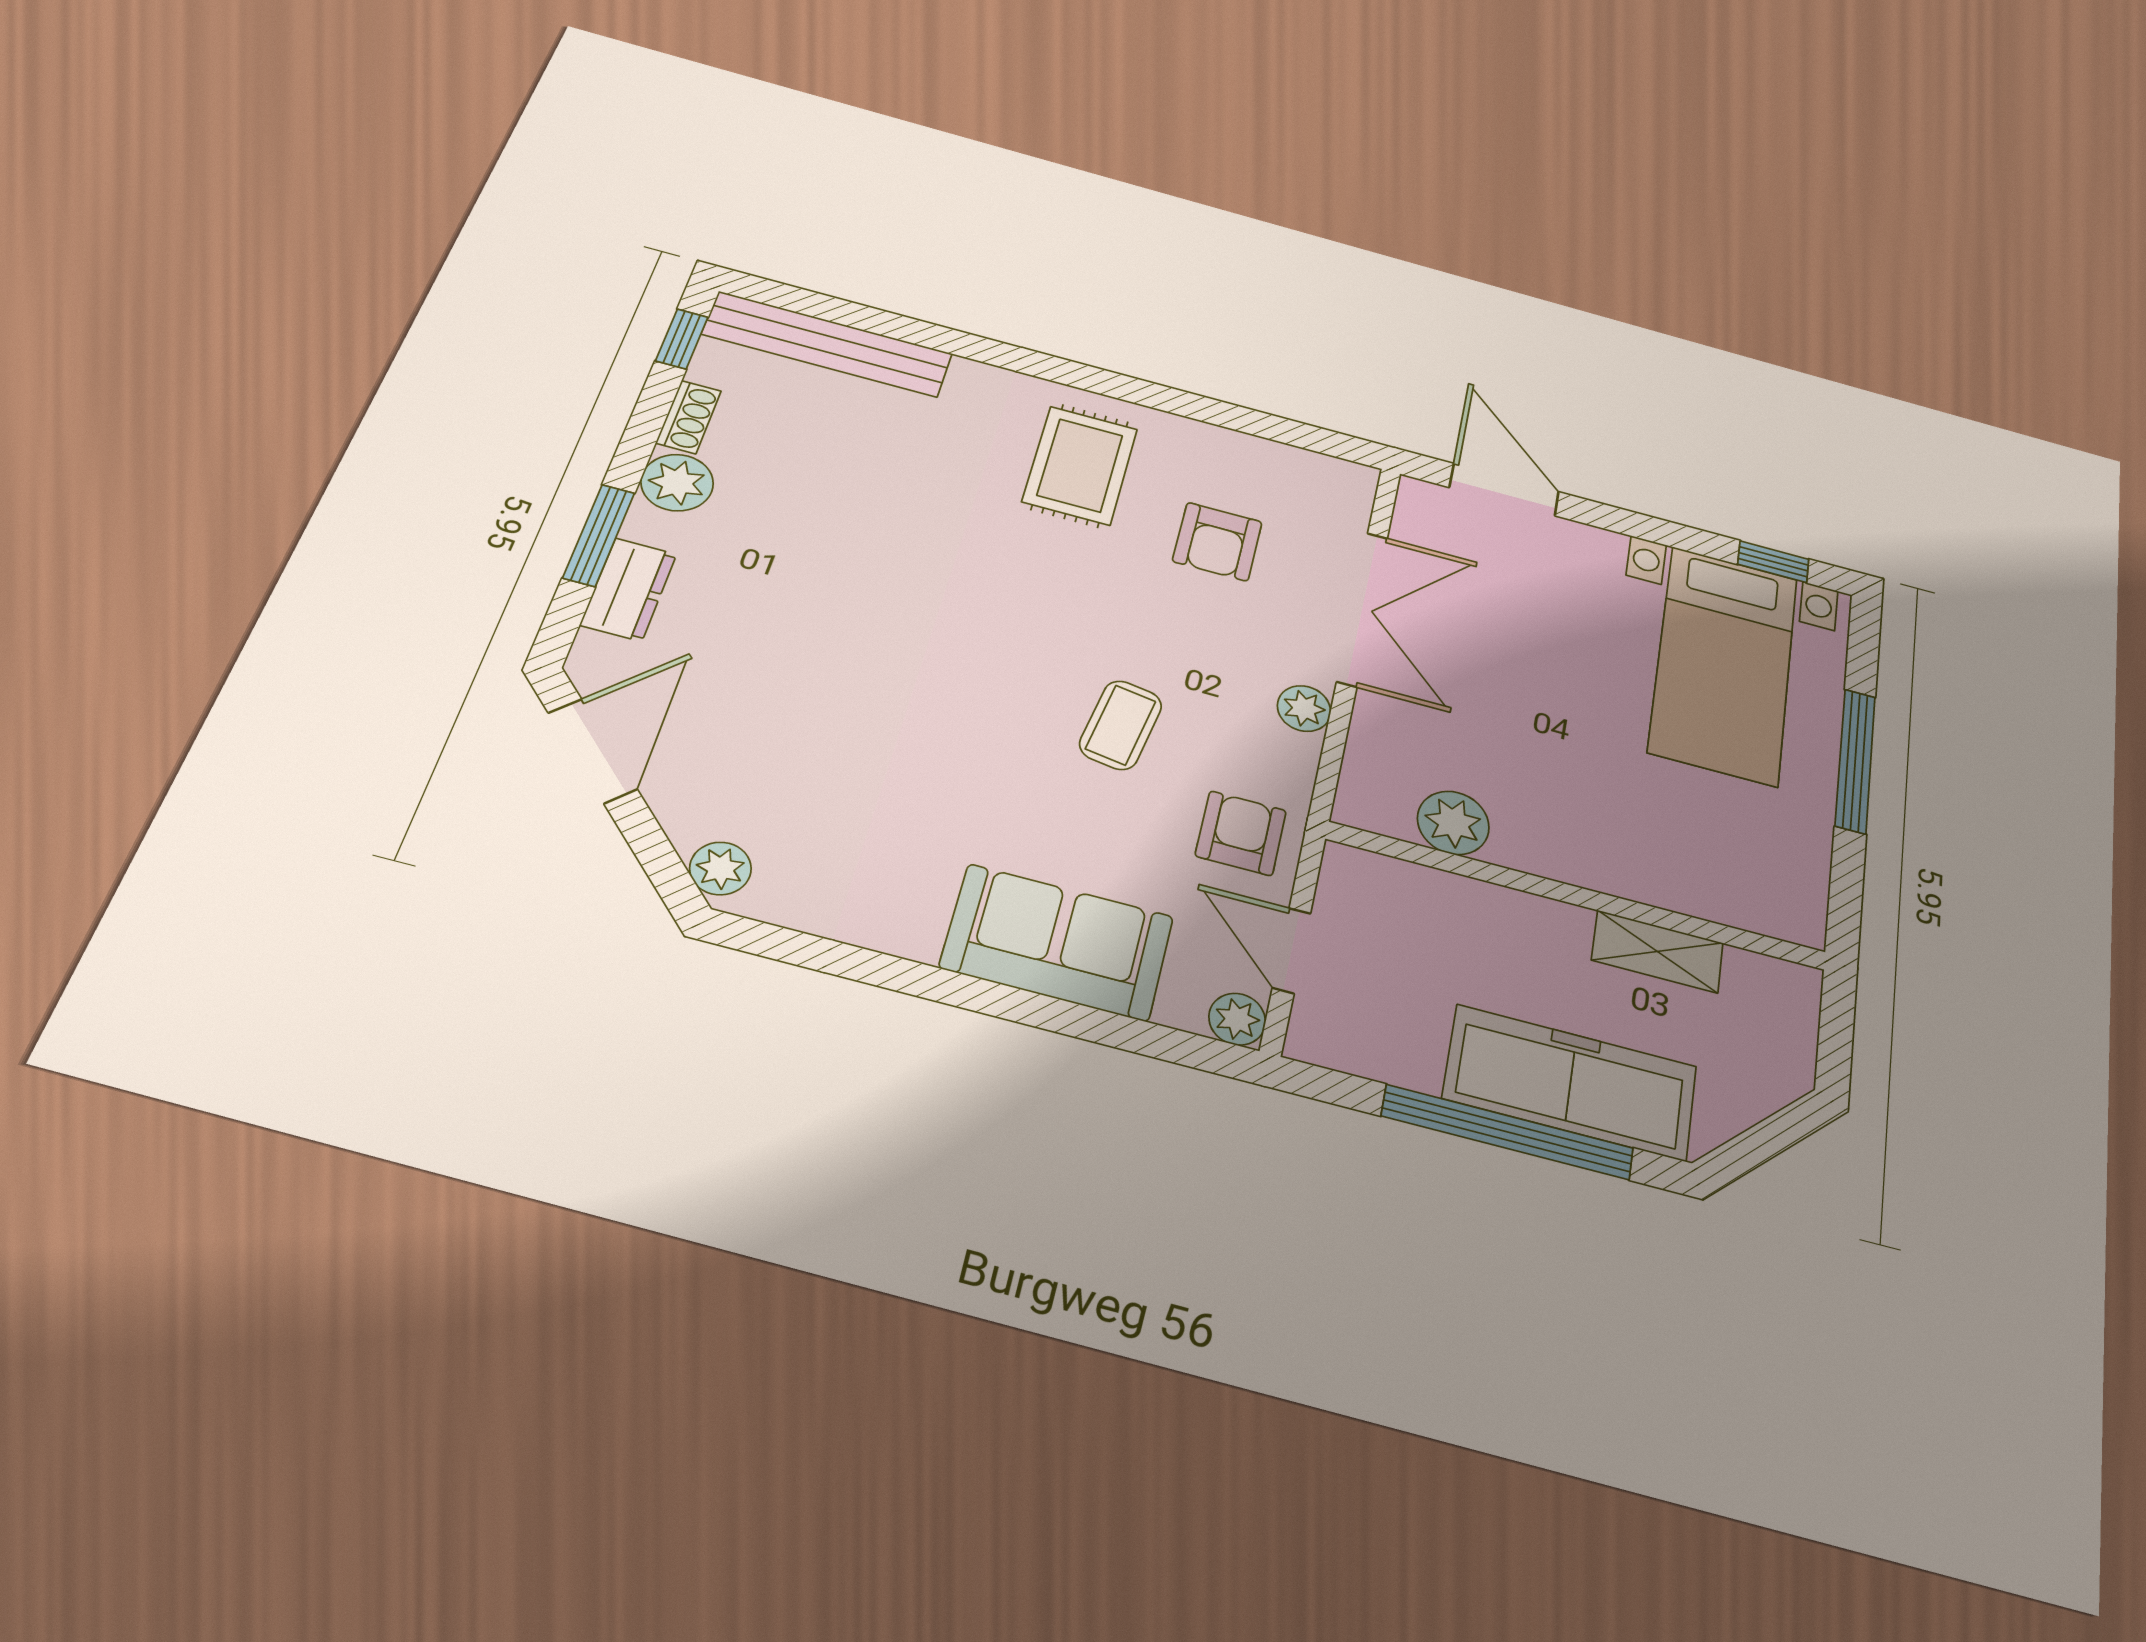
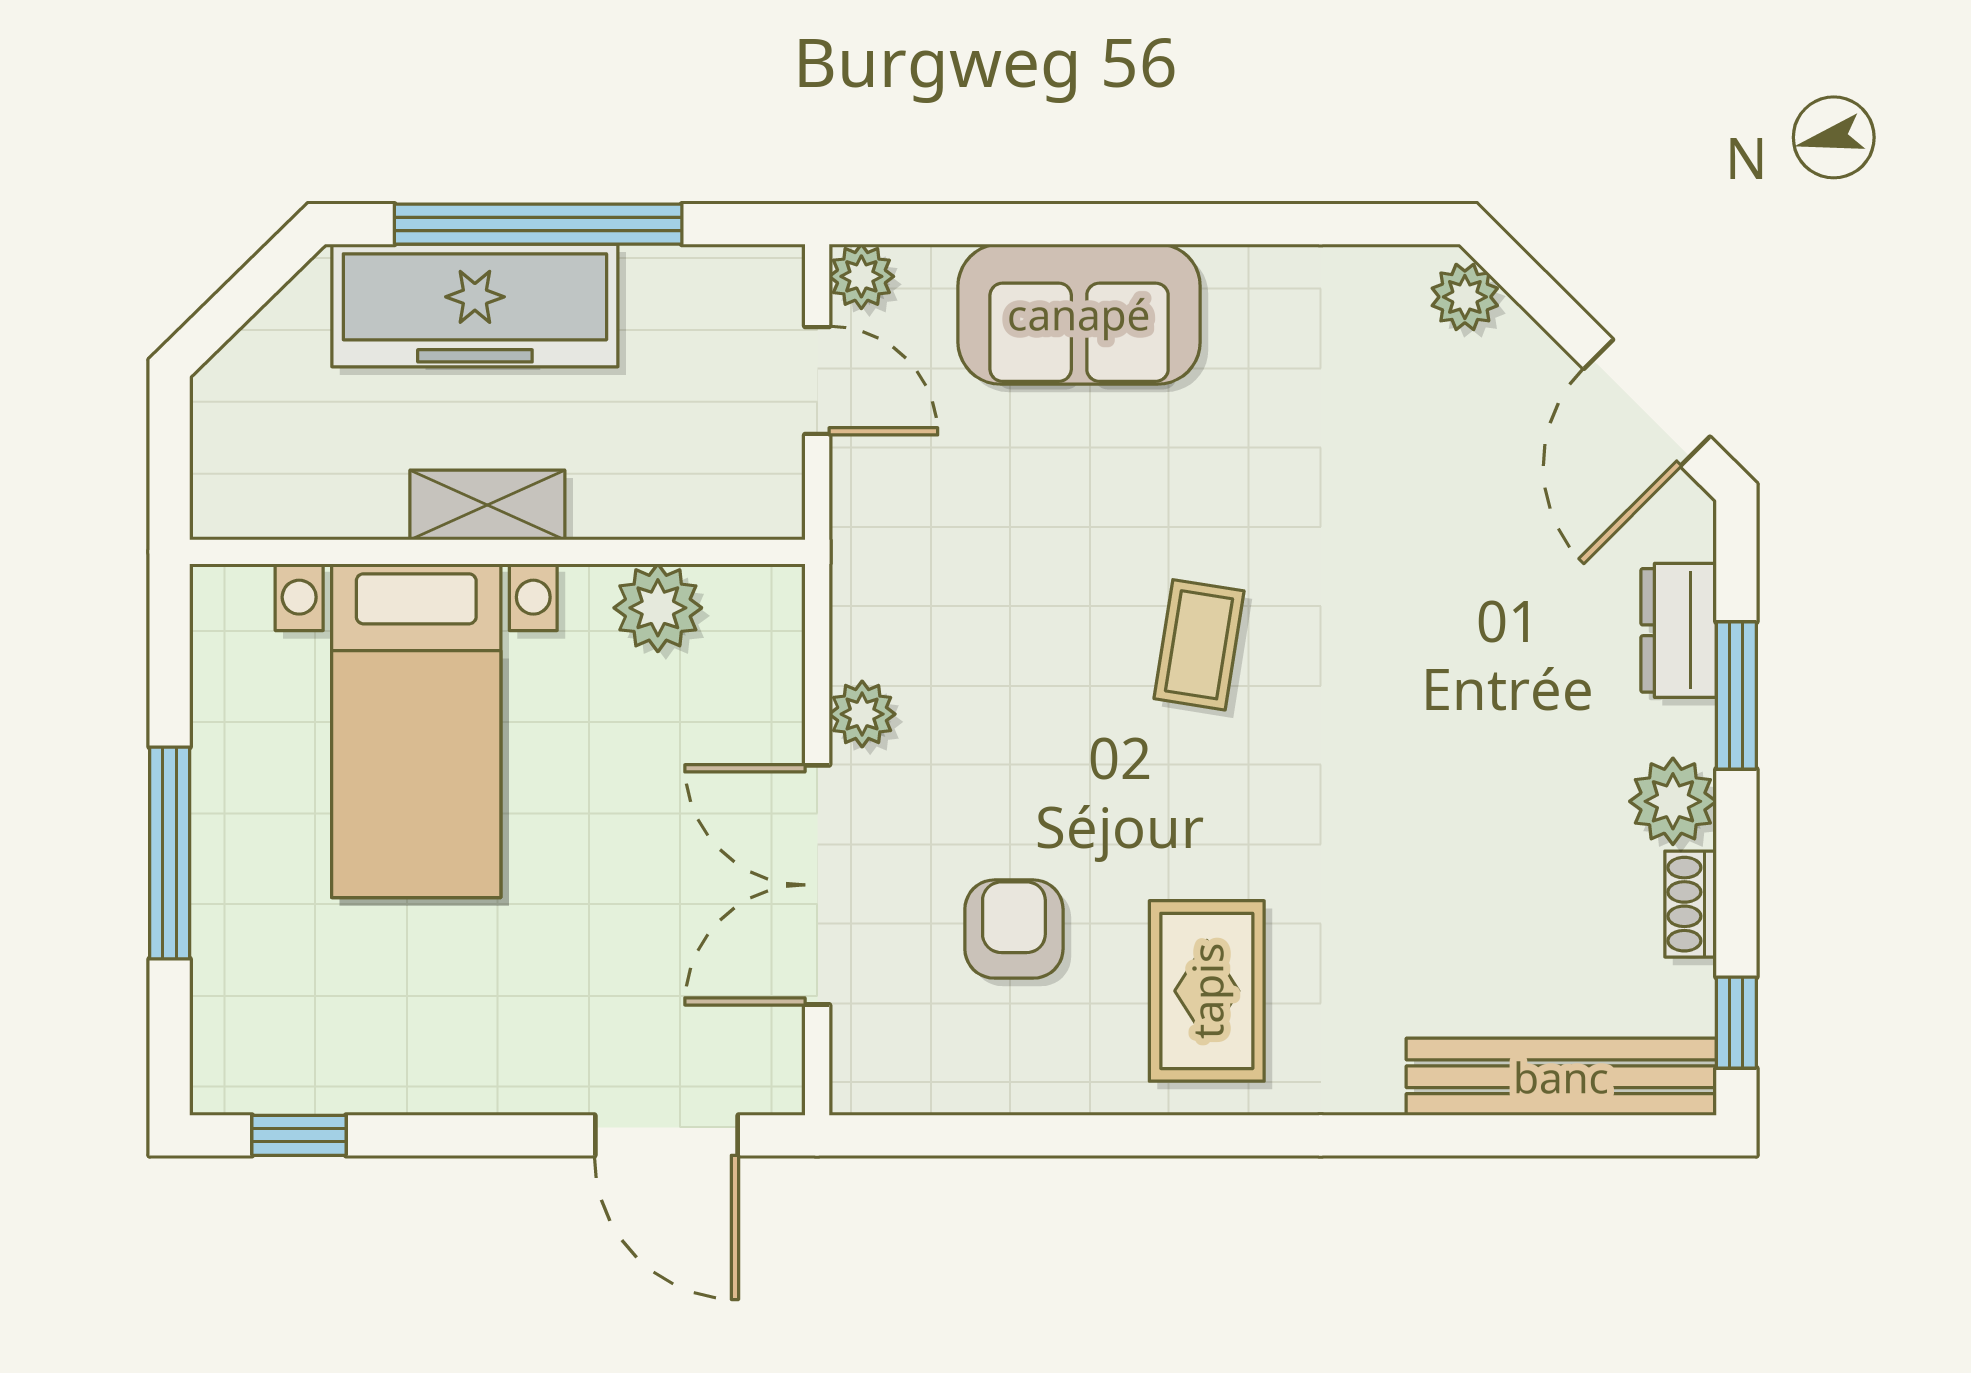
bed with nightstands: (1724, 664) -> (416, 731), moved, turned 180
coffee table: (1121, 725) -> (1199, 645), moved
armchair: (1241, 833) -> (904, 517), removed
shelving: (1657, 951) -> (487, 505), moved

